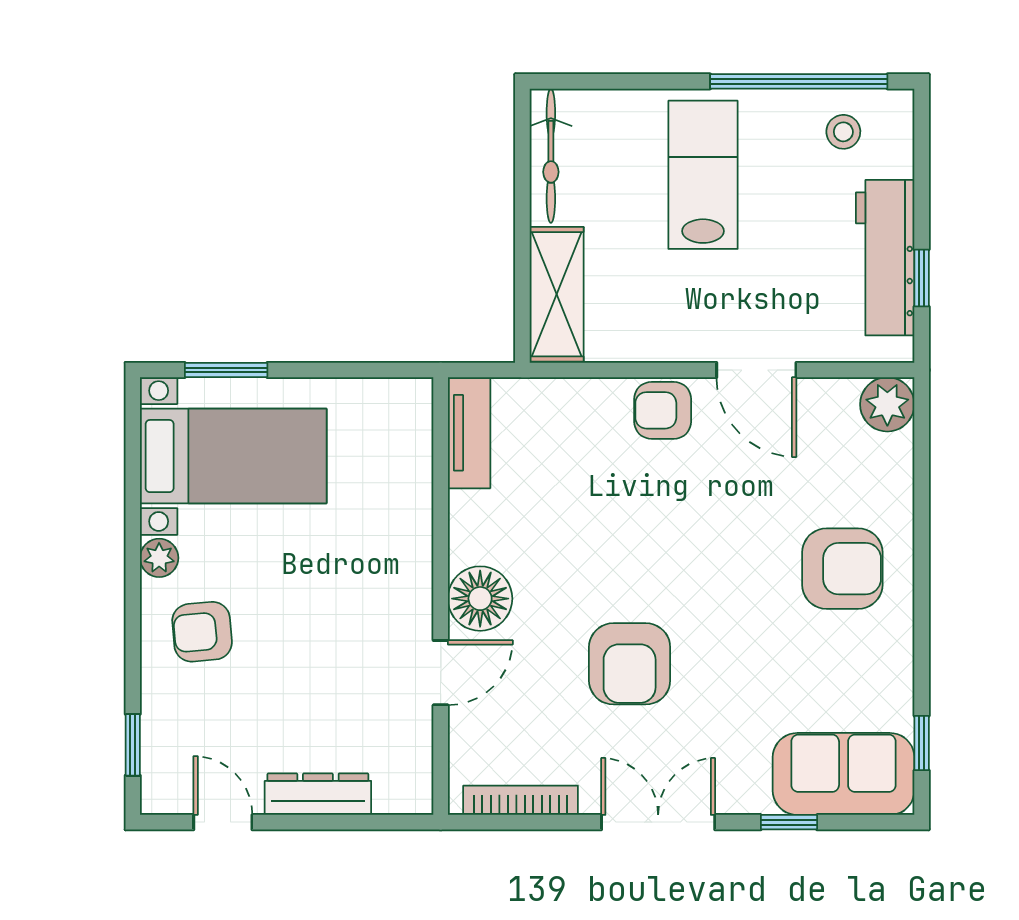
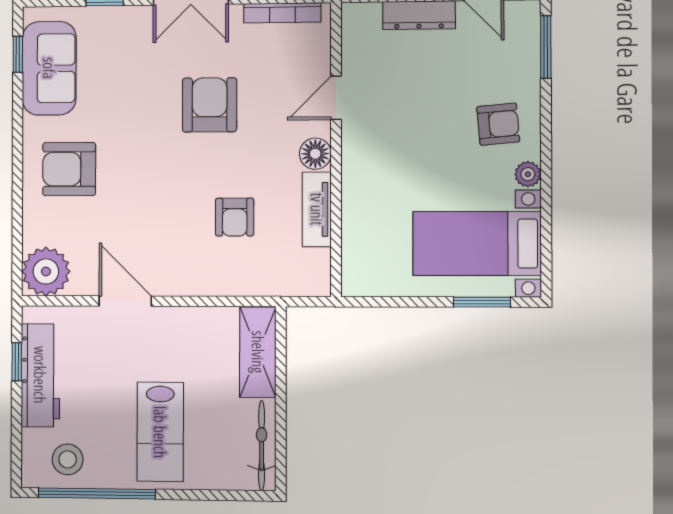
stool: (843, 132) -> (68, 459), width x1.37, depth x1.37
plant: (887, 404) -> (46, 271), width x1.36, depth x1.36
armchair: (663, 410) -> (235, 217), moved, turned 90
tv unit: (469, 433) -> (317, 209), moved
floor lamp: (480, 599) -> (315, 154), width x0.73, depth x0.73
window: (133, 745) -> (546, 47), width x1.50
sofa: (844, 774) -> (49, 68), moved, turned -90

